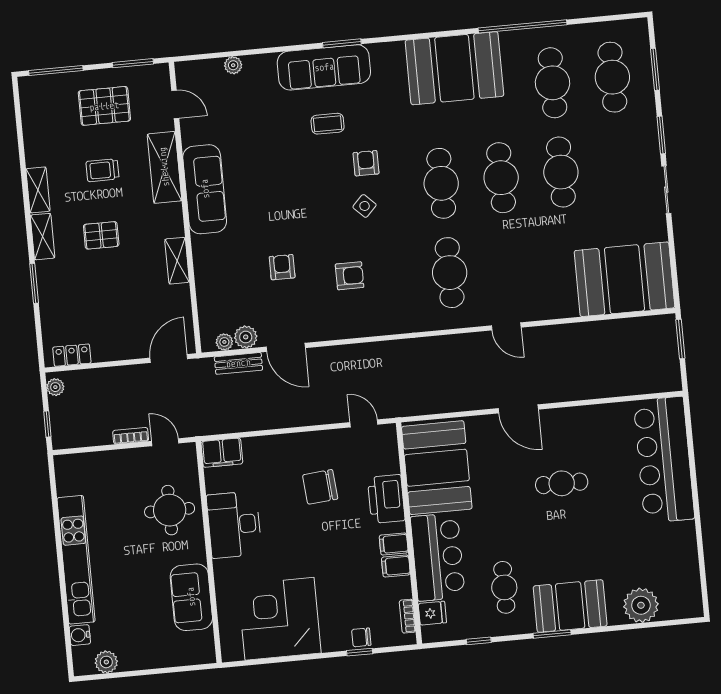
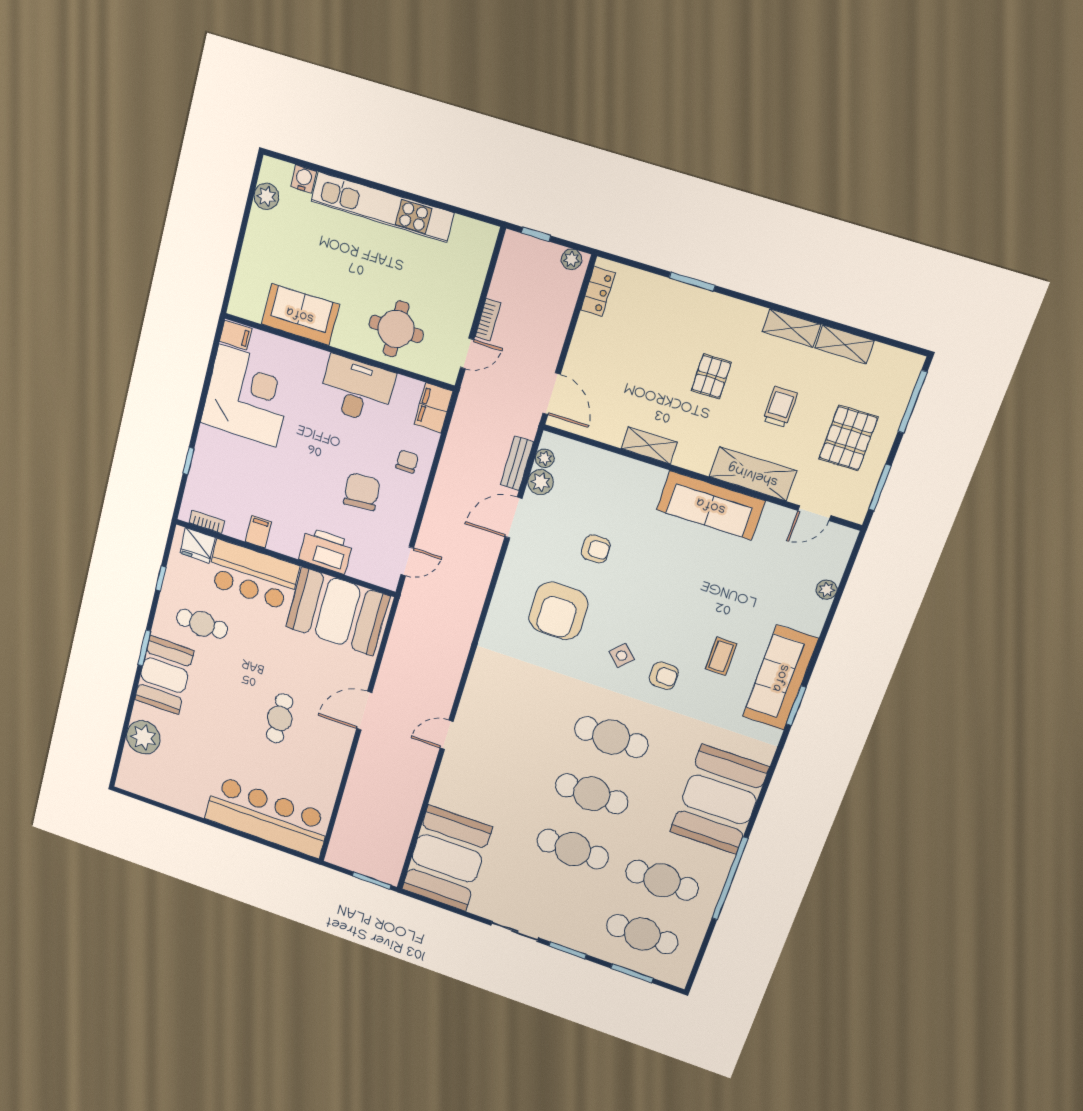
shelving: (43, 237) -> (844, 344), moved
cafe table: (450, 273) -> (521, 706), removed
armchair: (350, 276) -> (558, 611), width x1.88, depth x1.88
filing cabinet: (394, 544) -> (236, 335), moved, turned 90
fridge: (432, 613) -> (197, 545), width x1.38
chair: (361, 637) -> (407, 461), moved

